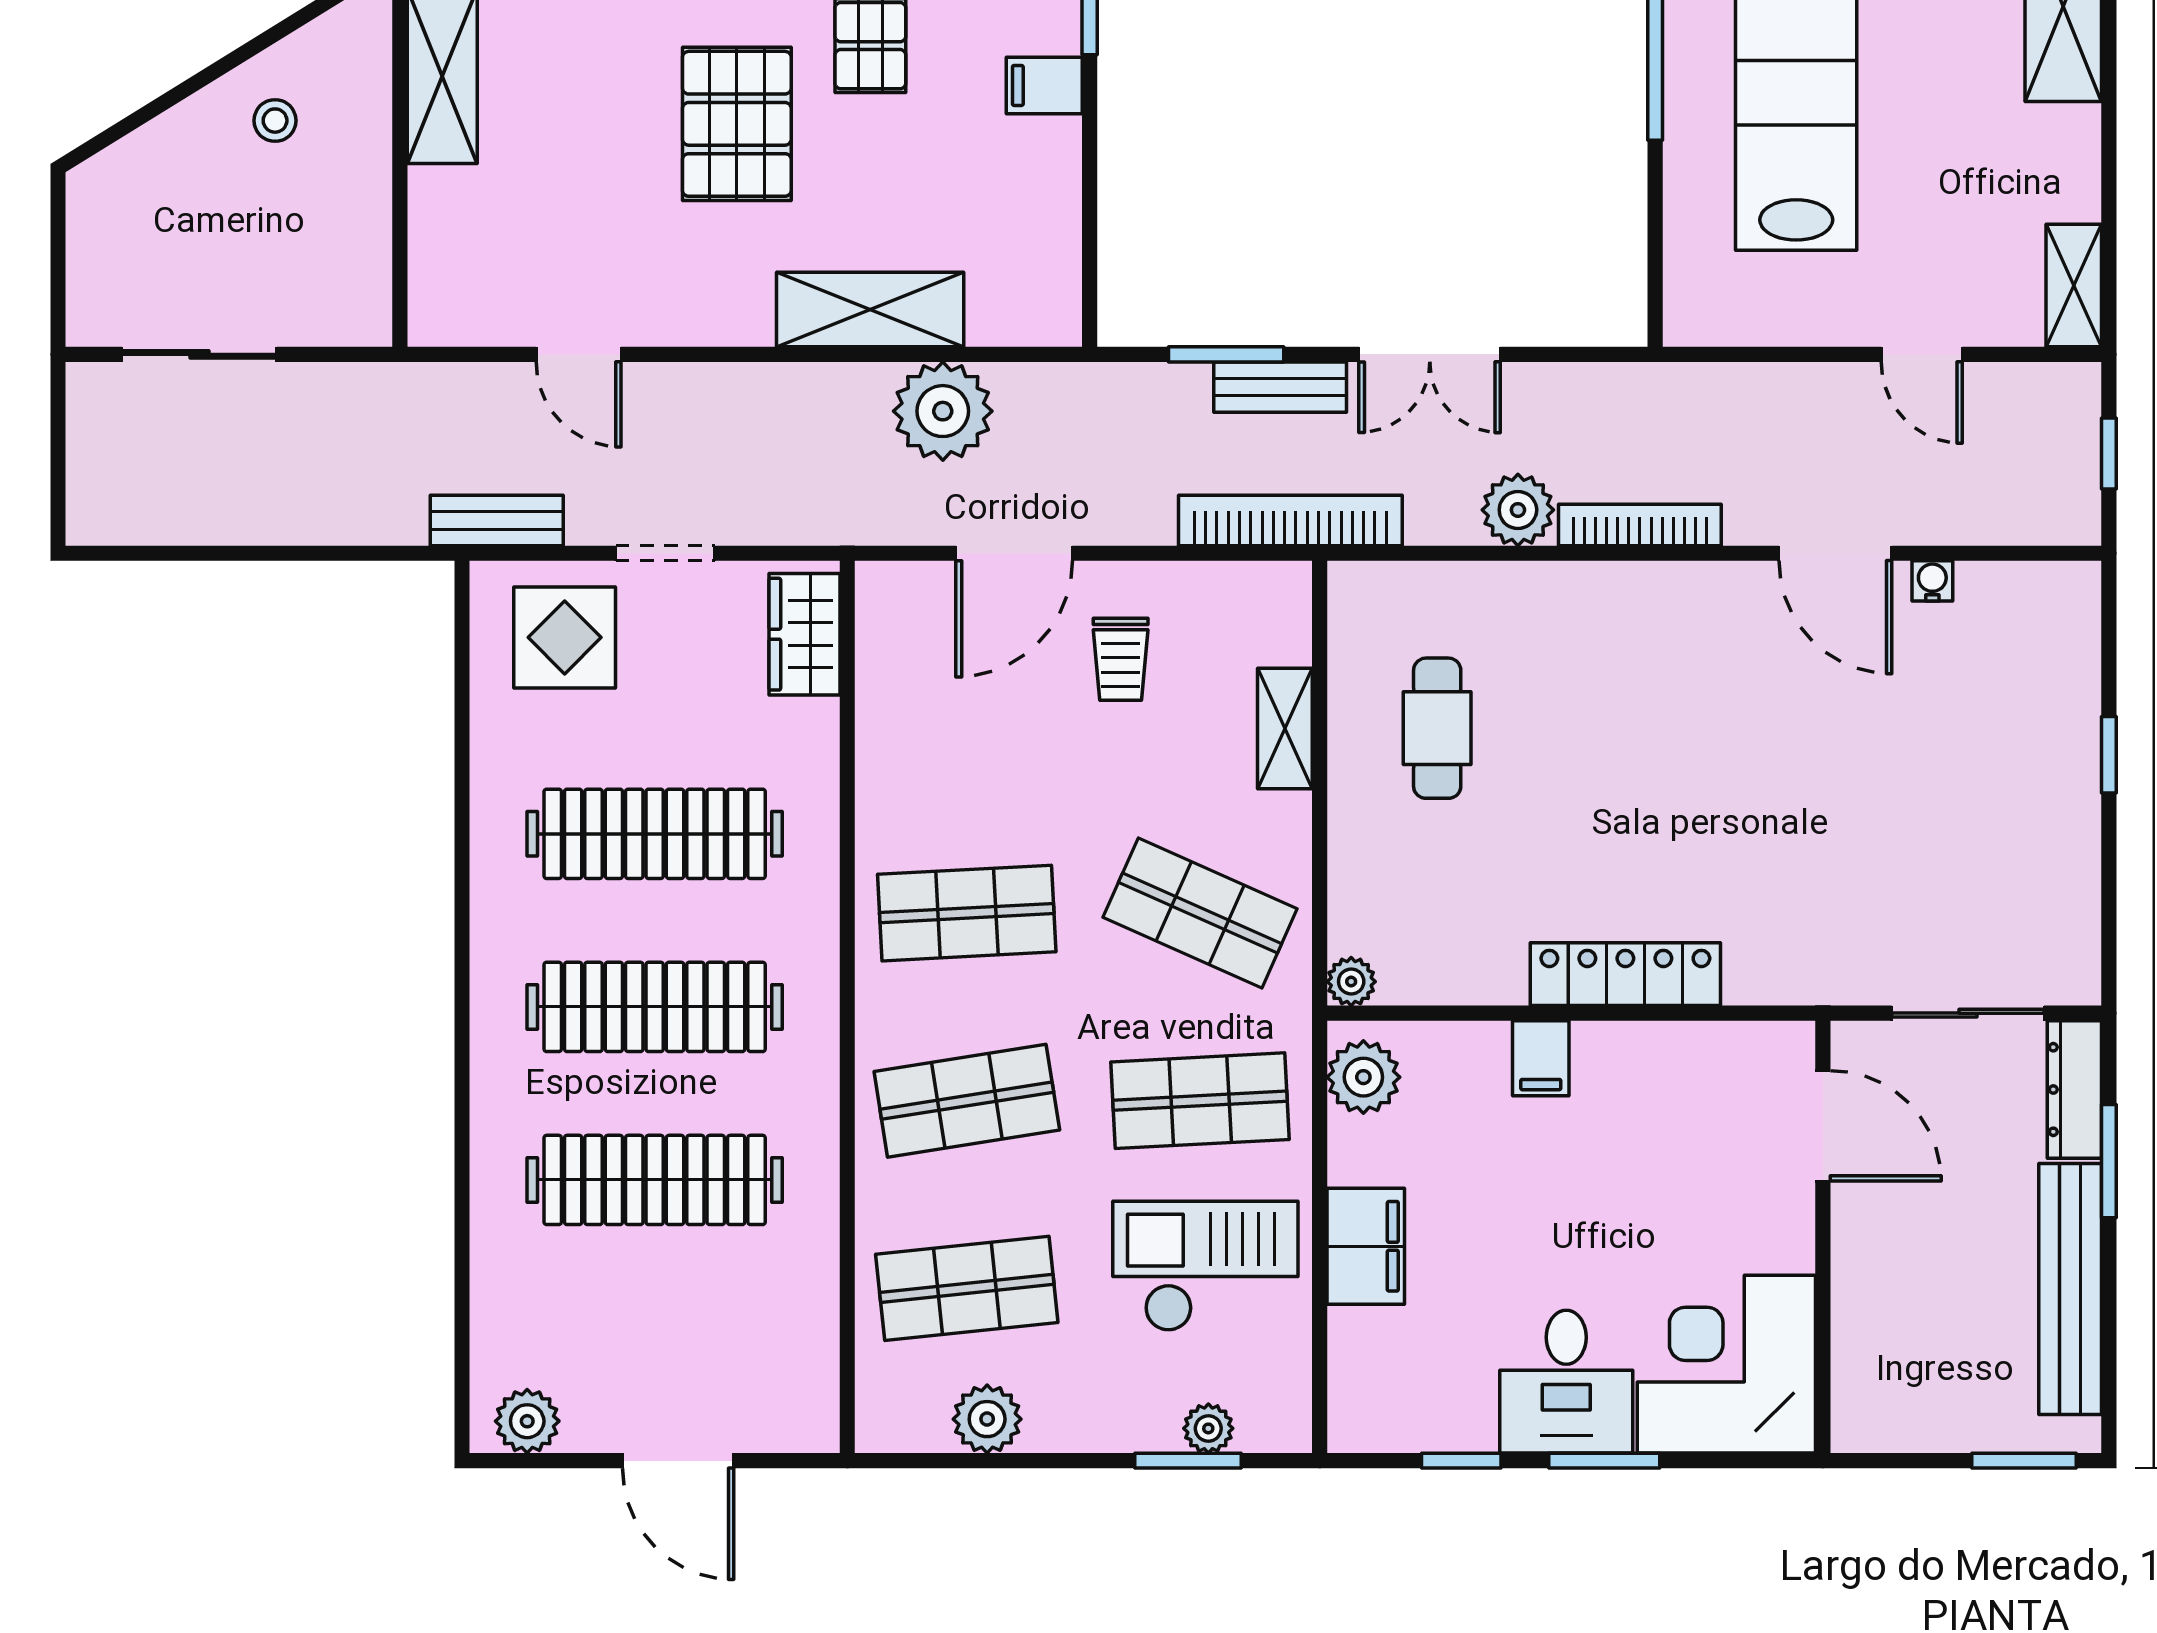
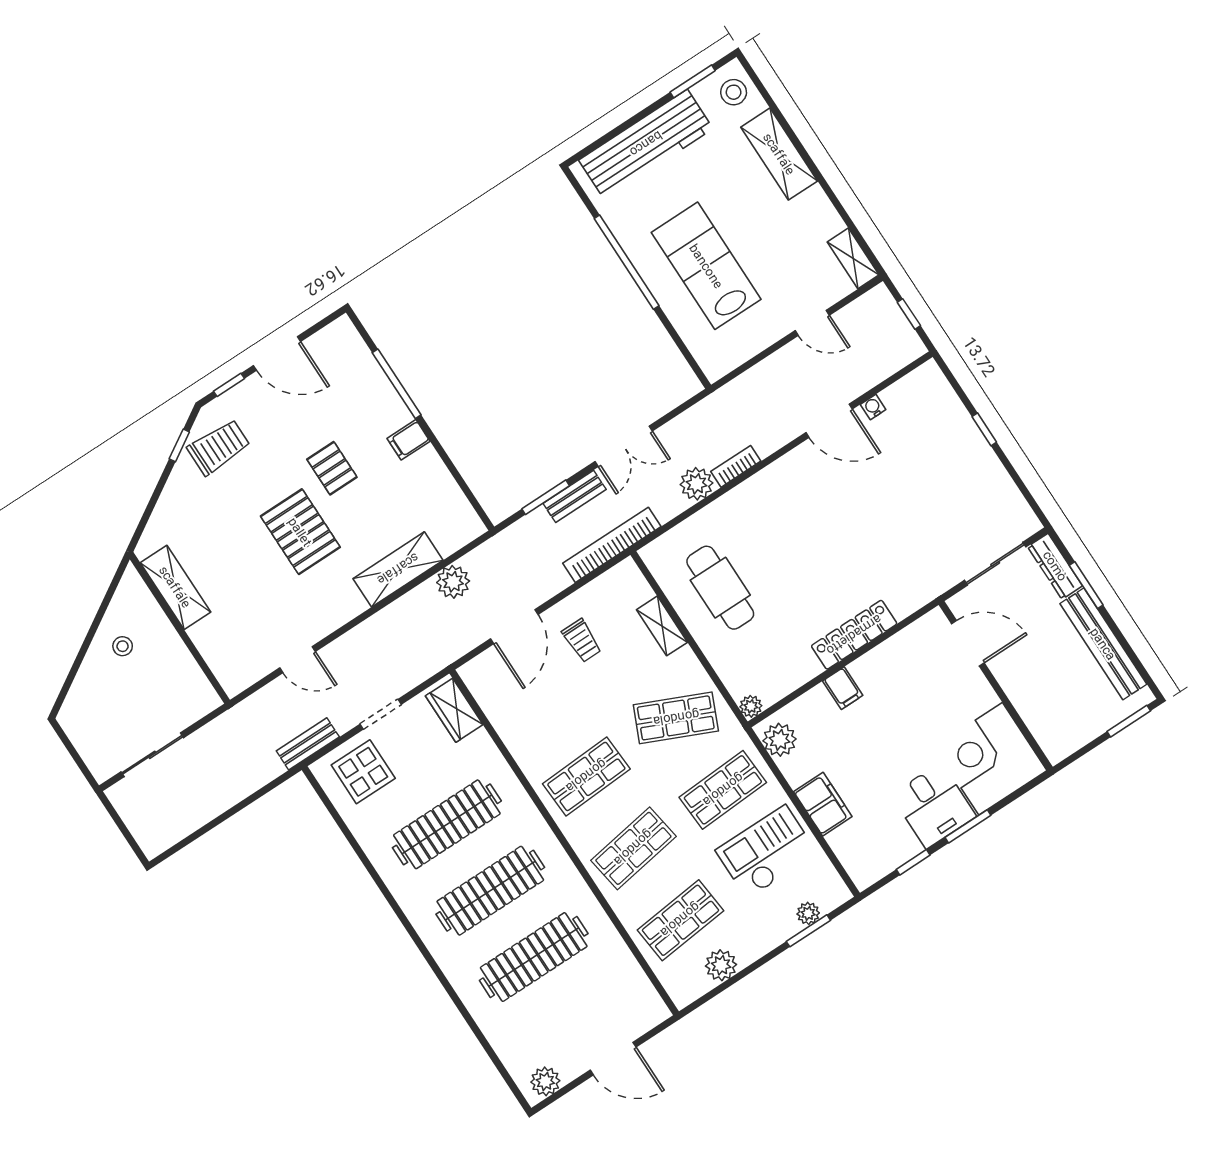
plant: (943, 411) -> (453, 582), width x0.73, depth x0.73
bookcase: (1640, 525) -> (736, 466), width x0.64
cafe table: (1437, 728) -> (720, 588), width x1.37, depth x1.35

